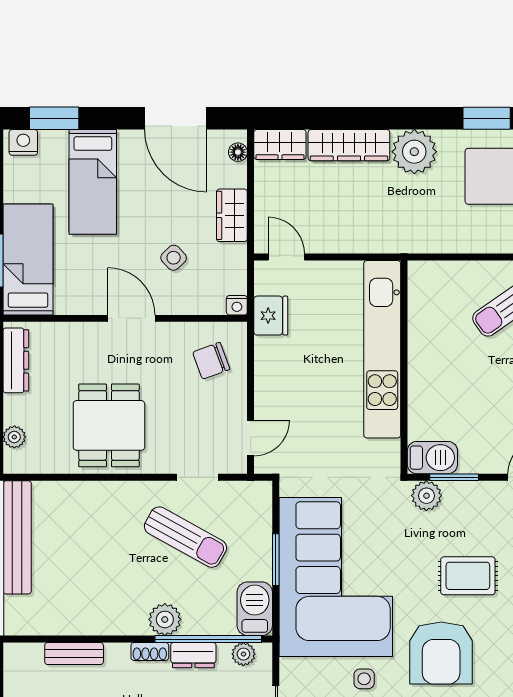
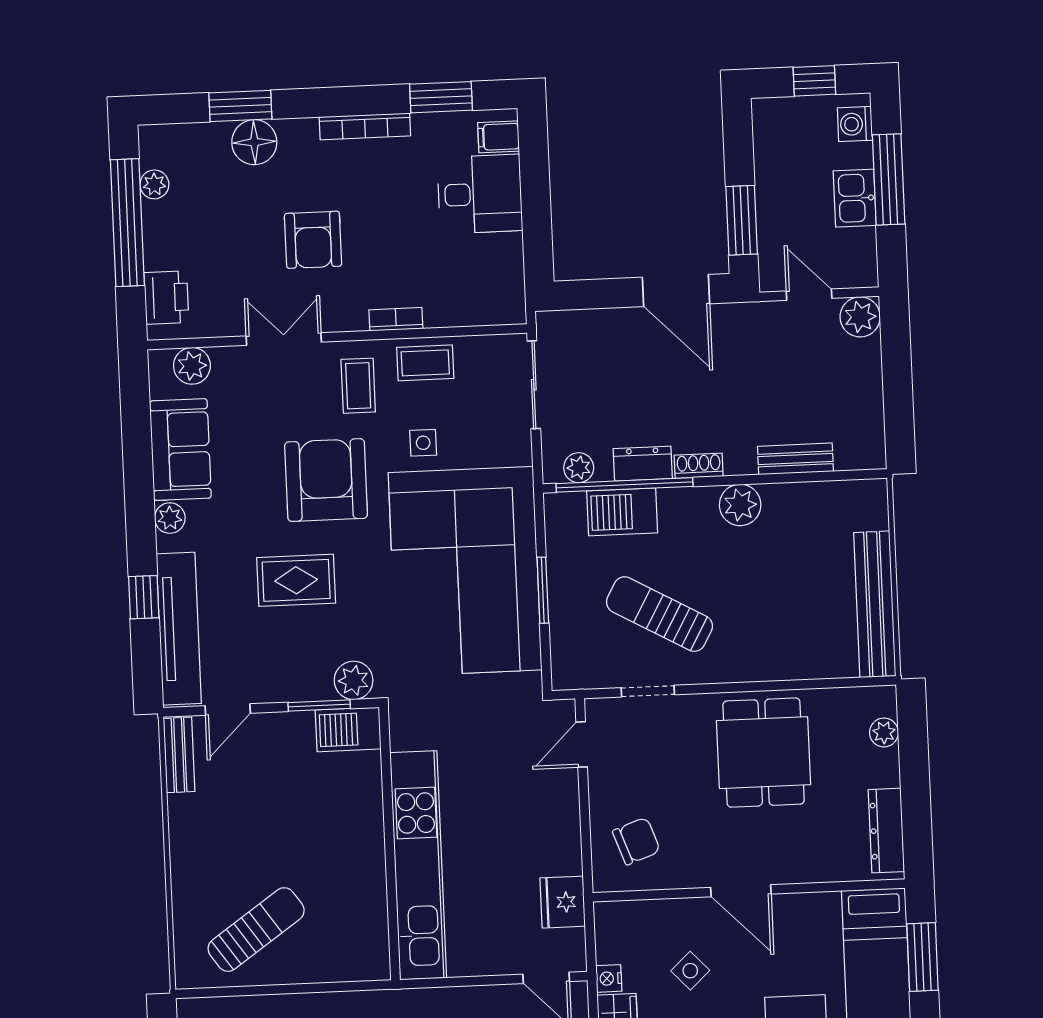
nightstand: (237, 305) -> (609, 978), moved, turned -90
barbecue: (255, 609) -> (622, 512), moved, turned 90
plant: (165, 619) -> (740, 505), moved

